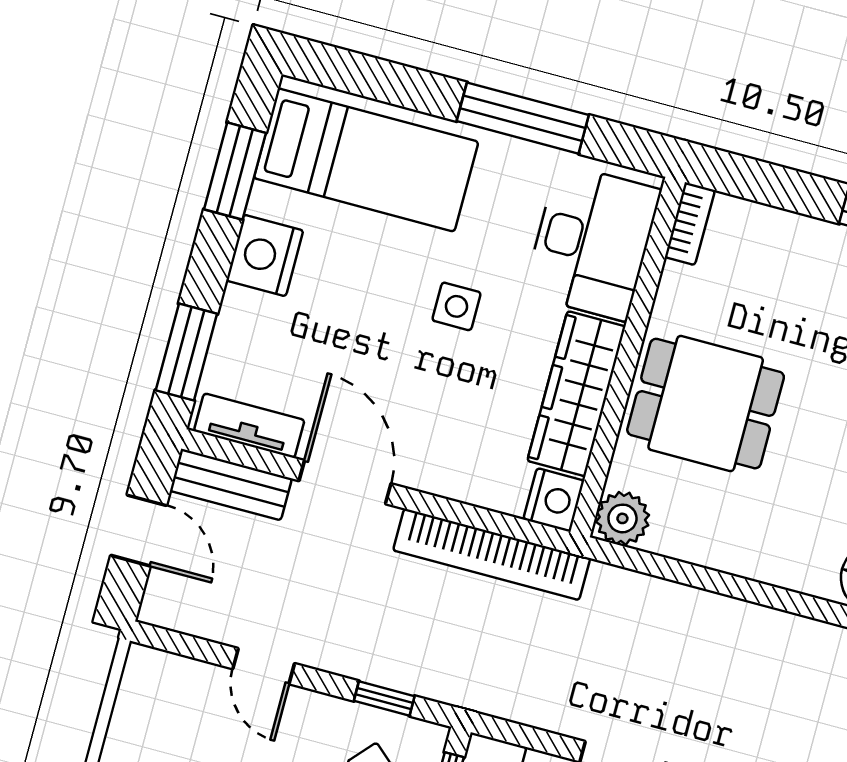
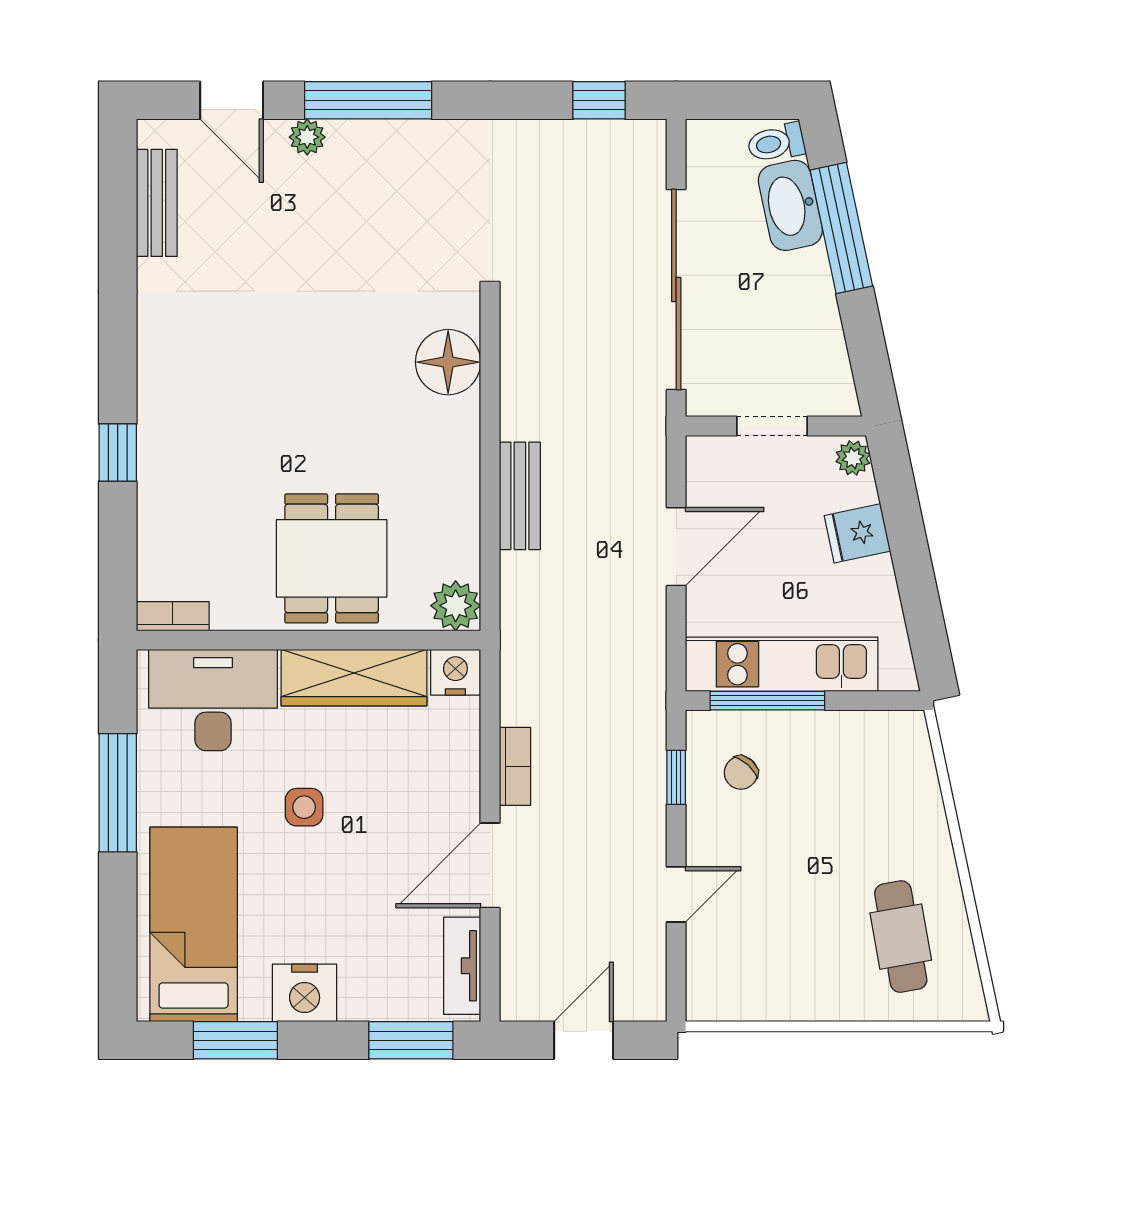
bench: (231, 485) -> (520, 496), moved
bookcase: (492, 554) -> (515, 766), width x0.43, depth x0.76

